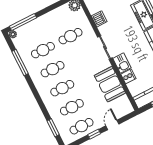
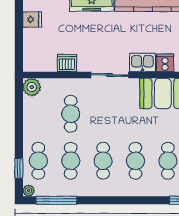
window: (23, 22) -> (19, 168), width x0.46
cafe table: (33, 31) -> (38, 161), added
window: (20, 62) -> (56, 200), moved

